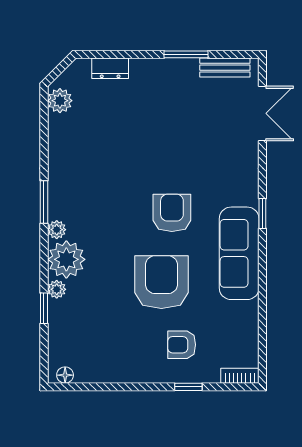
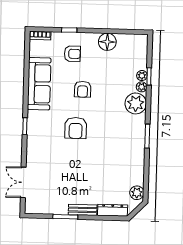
dresser: (110, 68) -> (113, 210), width x1.44
bench: (225, 68) -> (83, 210), moved
plant: (57, 230) -> (142, 76), moved
sofa: (239, 253) -> (39, 84), moved
armchair: (161, 282) -> (83, 89), width x0.53, depth x0.53
floor lamp: (65, 375) -> (107, 42), moved, width x1.89, depth x1.89

